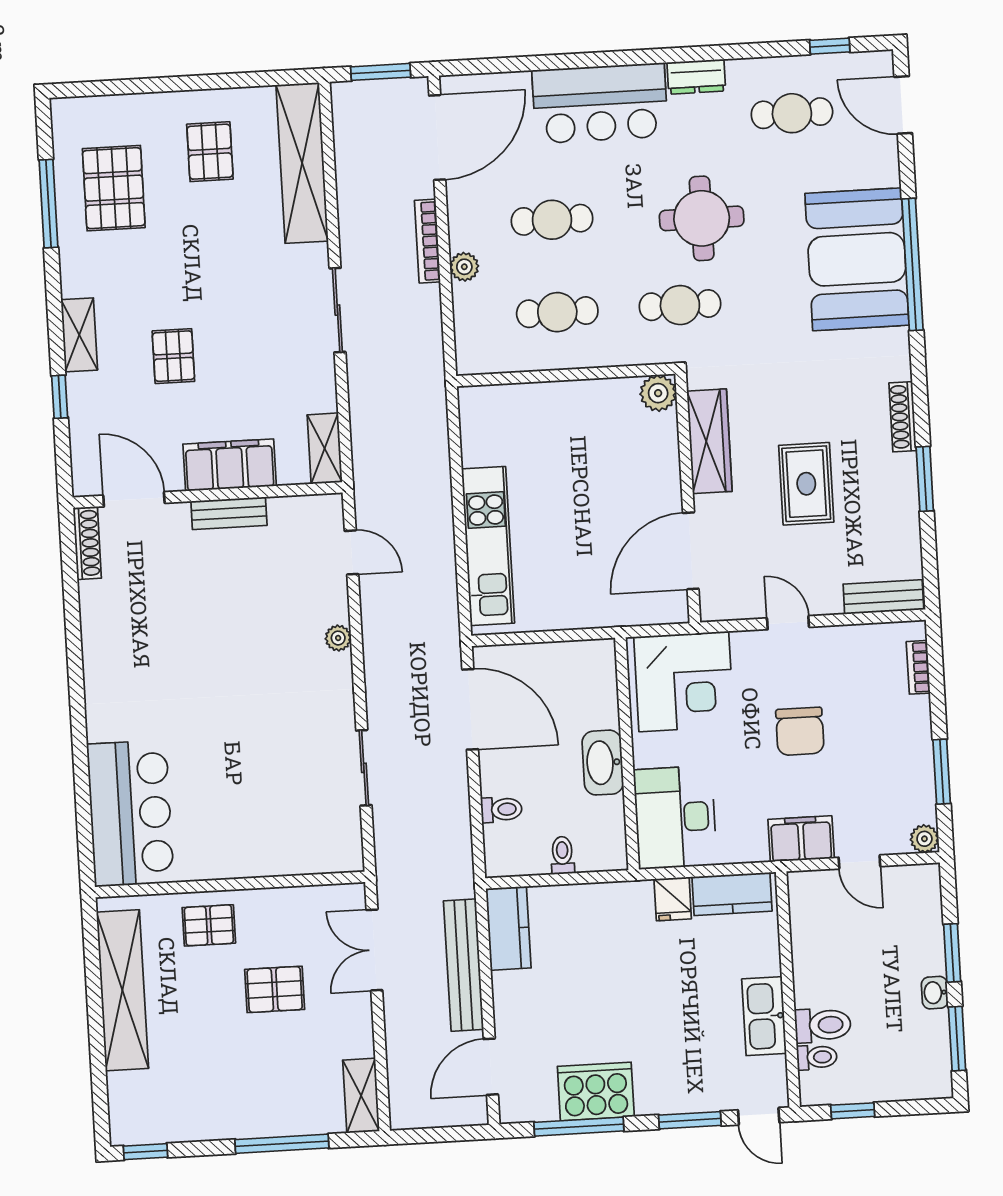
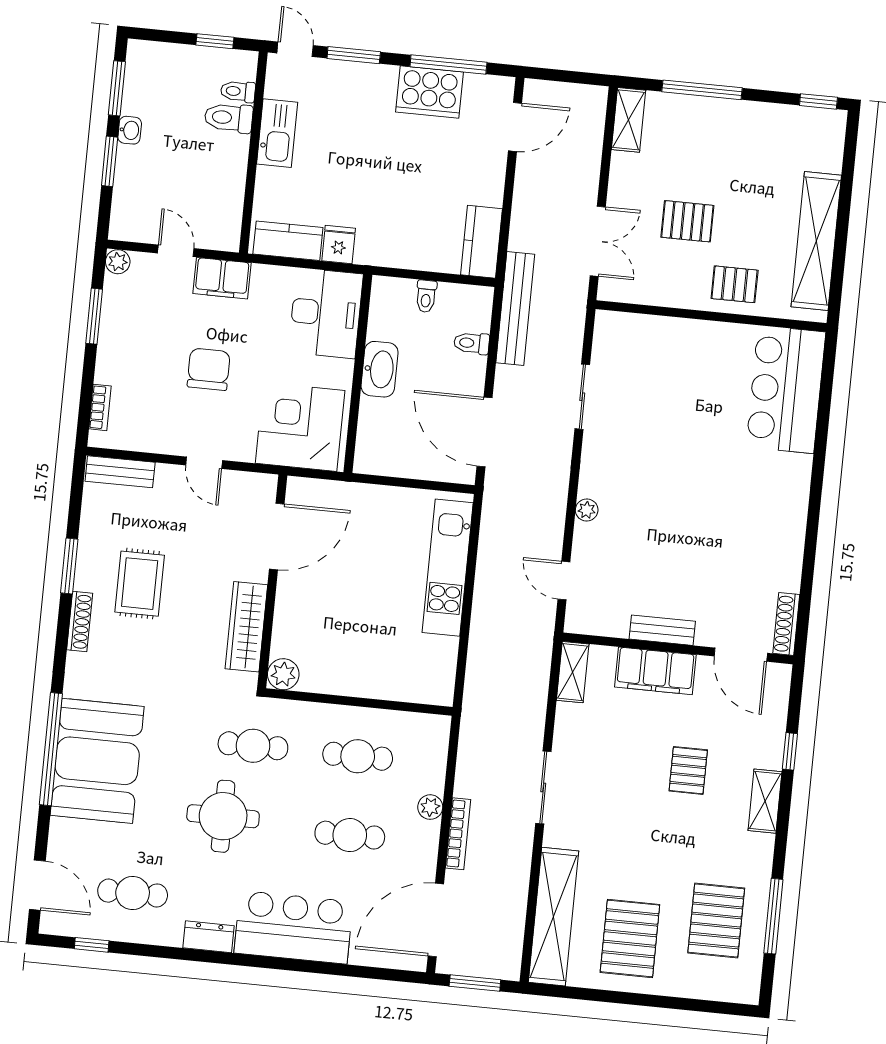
pallet: (210, 152) -> (630, 938), width x1.50, depth x1.42
rug: (806, 484) -> (140, 584), moved
bench: (463, 965) -> (515, 309), moved

